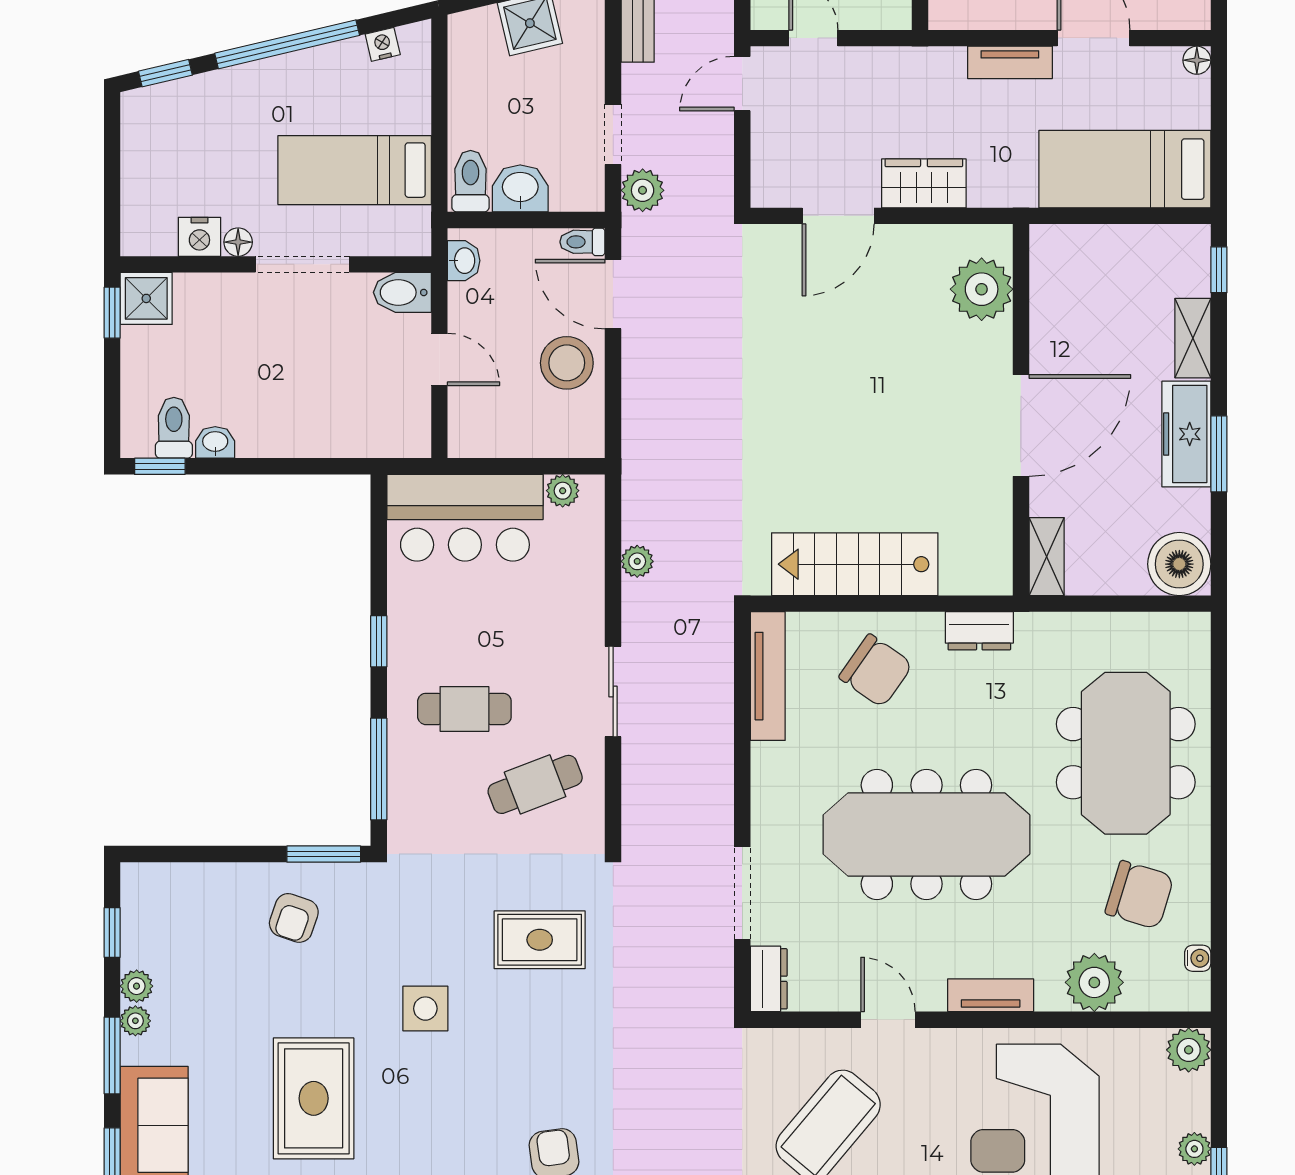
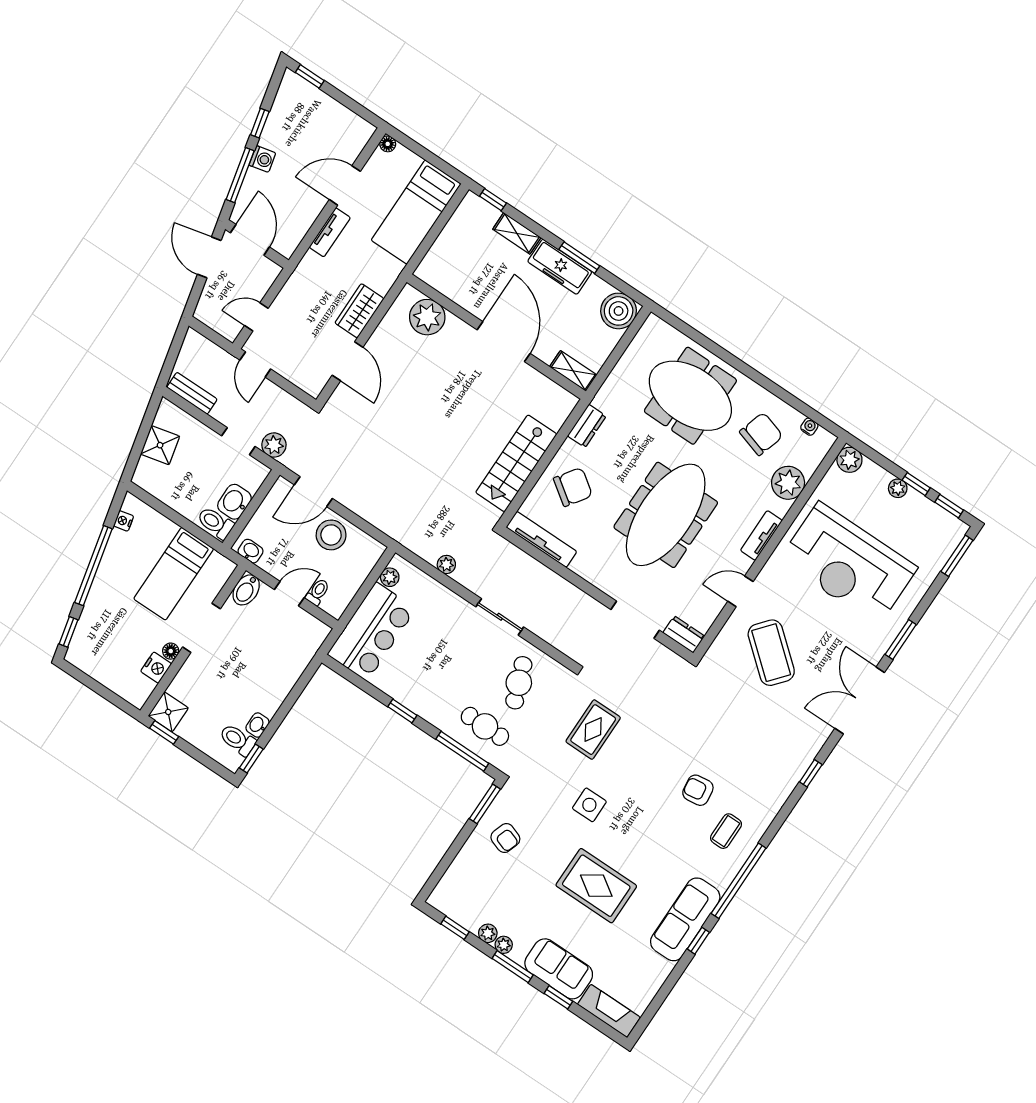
toilet: (582, 242) -> (318, 592), moved, turned 180
cafe table: (464, 709) -> (485, 726), moved, turned 90

